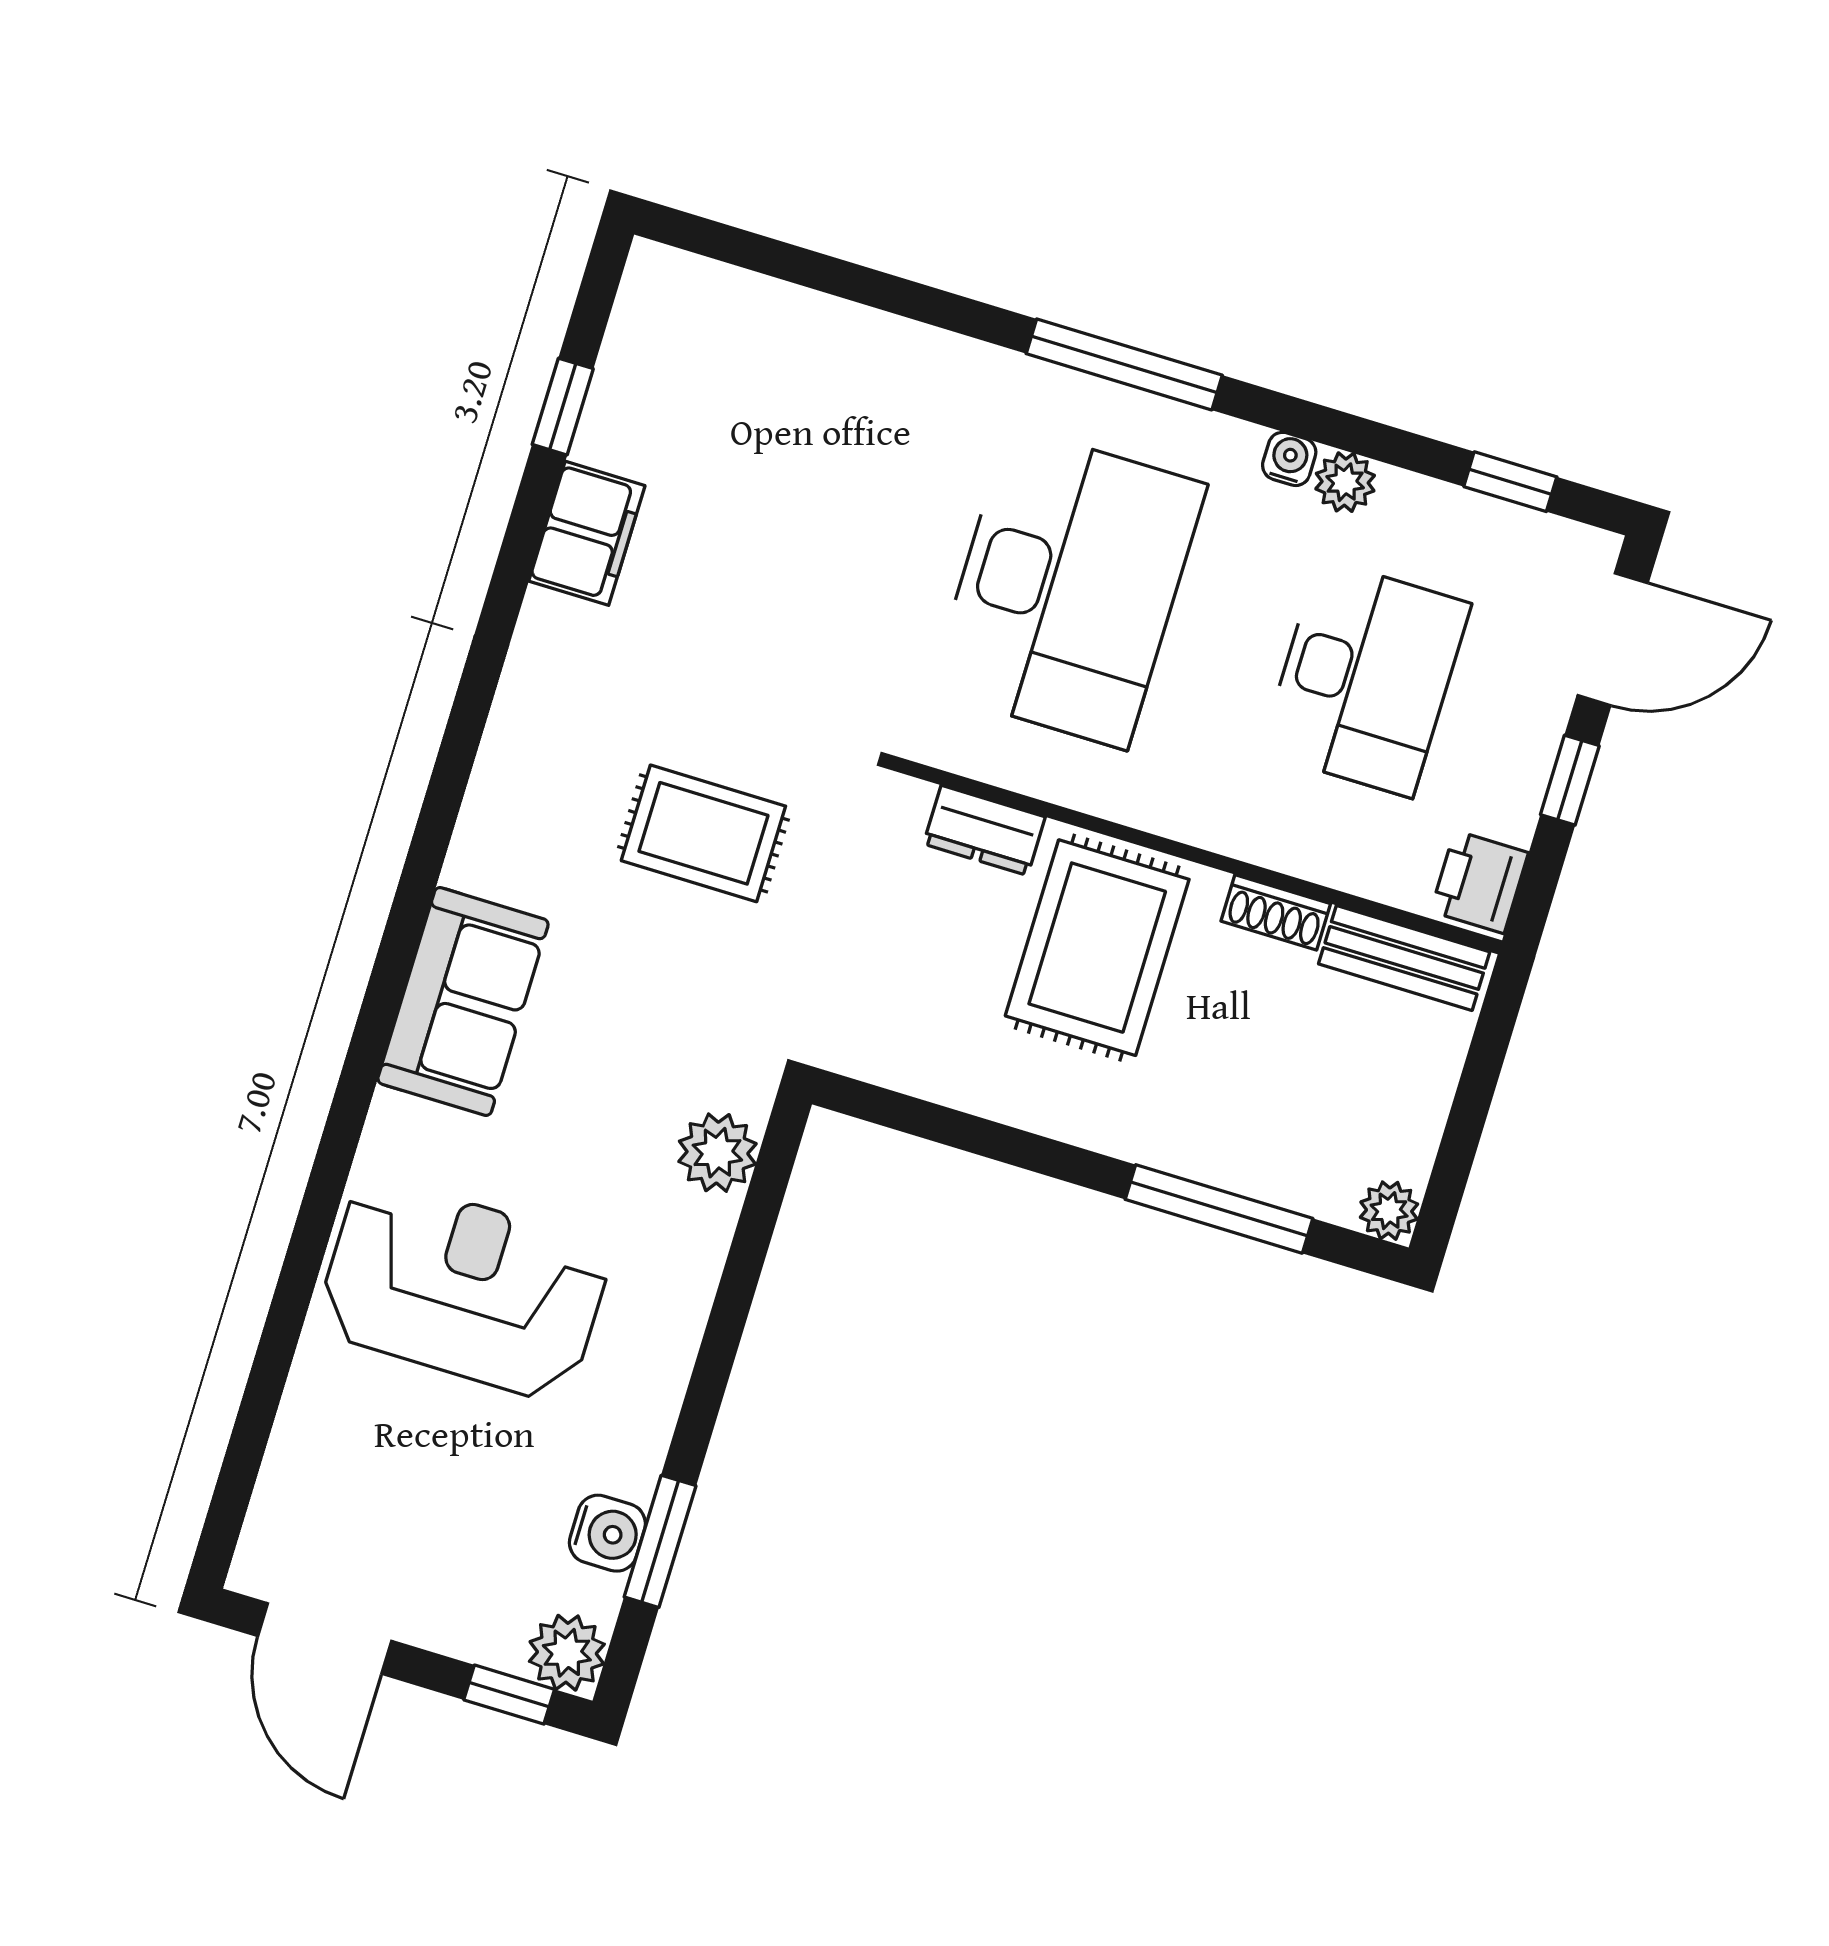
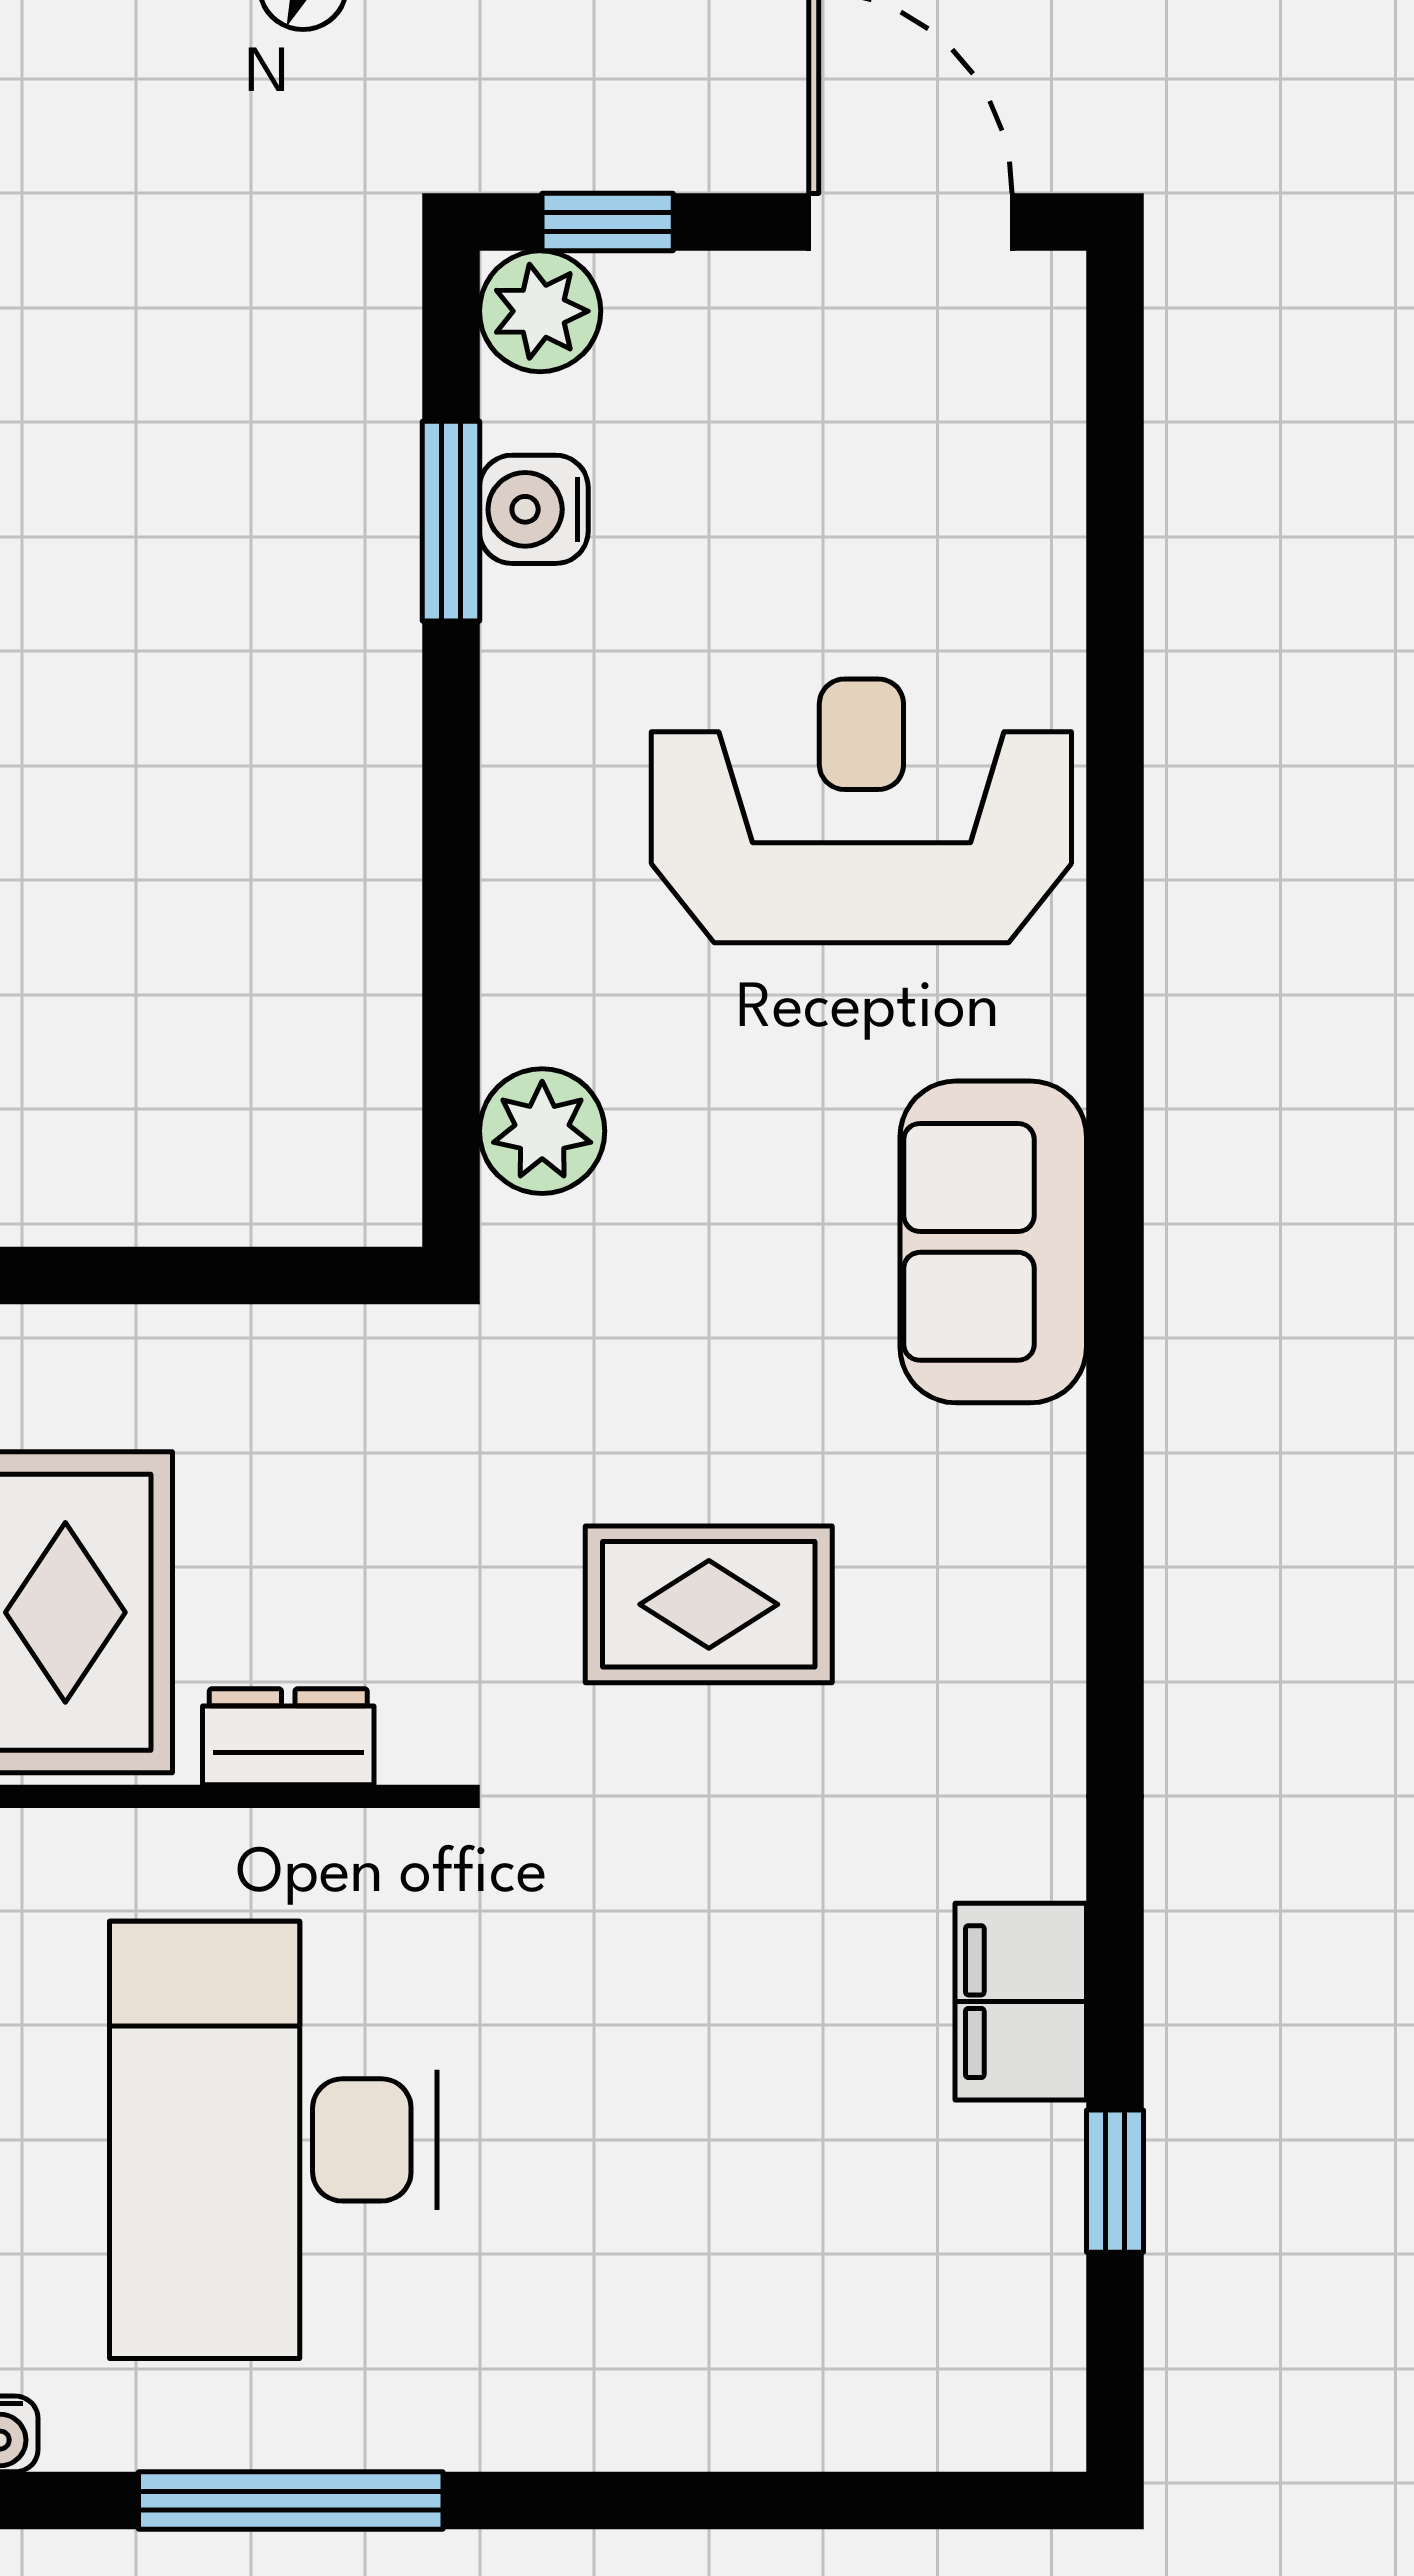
reception desk: (463, 1289) -> (861, 811), turned 180

